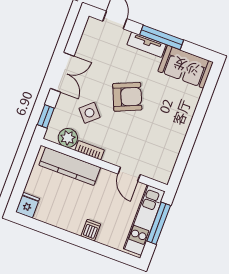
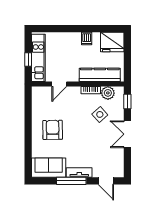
armchair: (127, 97) -> (53, 130), moved, turned 112
door: (129, 174) -> (59, 84), swing flipped
fridge: (28, 205) -> (112, 42), width x1.88, depth x1.34
window: (159, 223) -> (28, 59), width x0.46
dishwasher: (91, 230) -> (87, 39), moved

